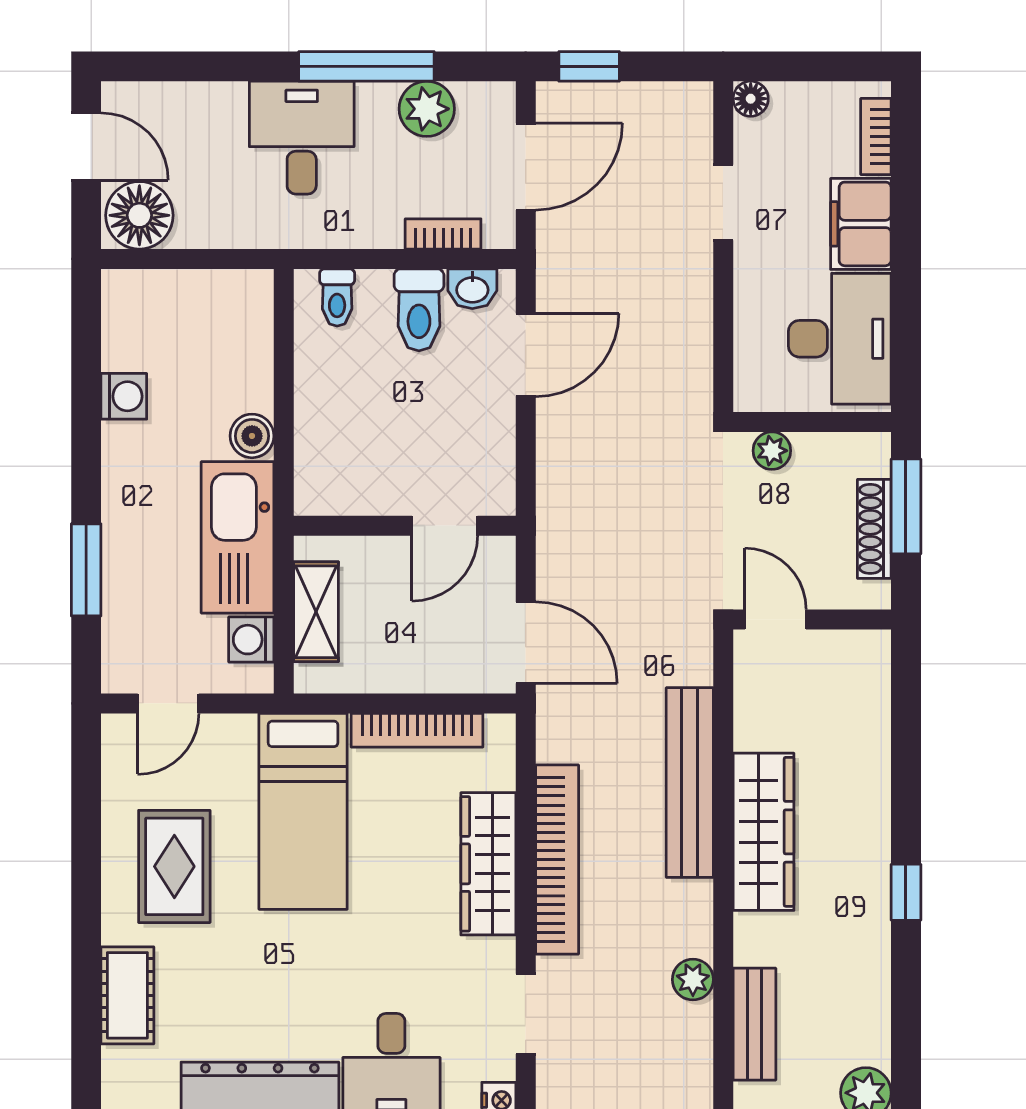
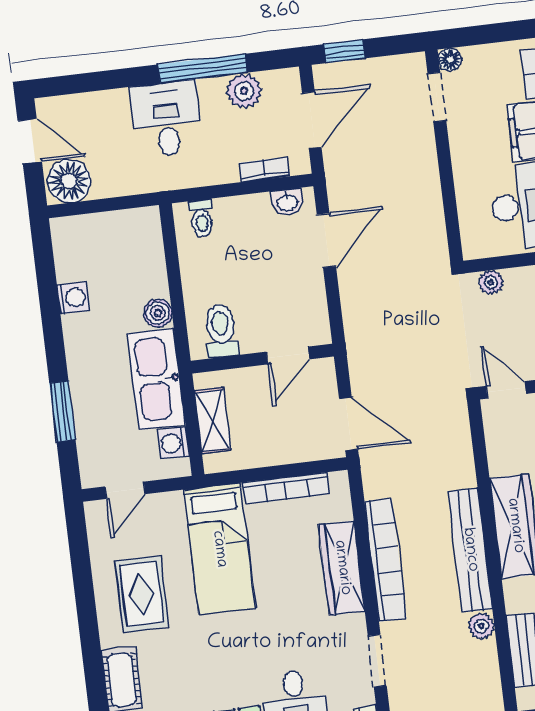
doorway: (723, 203) -> (437, 97), moved
toilet: (419, 310) -> (221, 331), moved, turned 180
bench: (690, 783) -> (470, 550), moved

